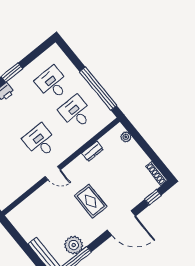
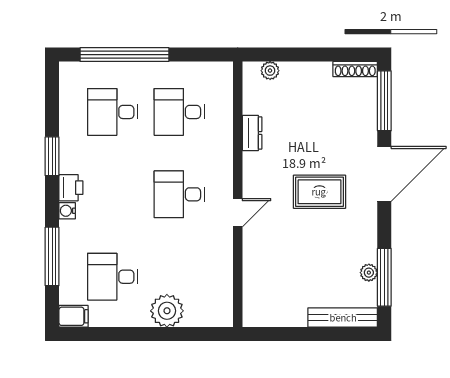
window: (98, 89) -> (124, 55), moved
window: (153, 197) -> (384, 101), width x2.17
plant: (74, 245) -> (369, 273), width x0.53, depth x0.53

